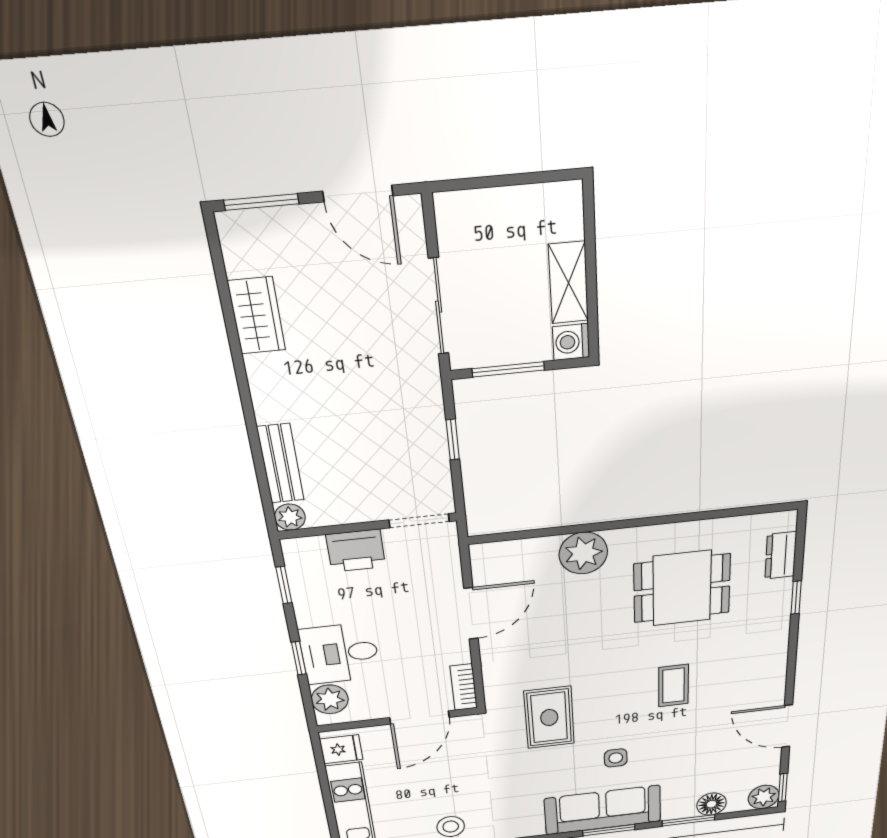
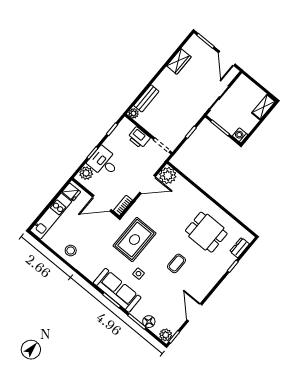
shelving: (568, 283) -> (264, 107), moved
plant: (583, 553) -> (168, 175), moved
rug: (549, 718) -> (135, 240), width x1.36, depth x1.43

